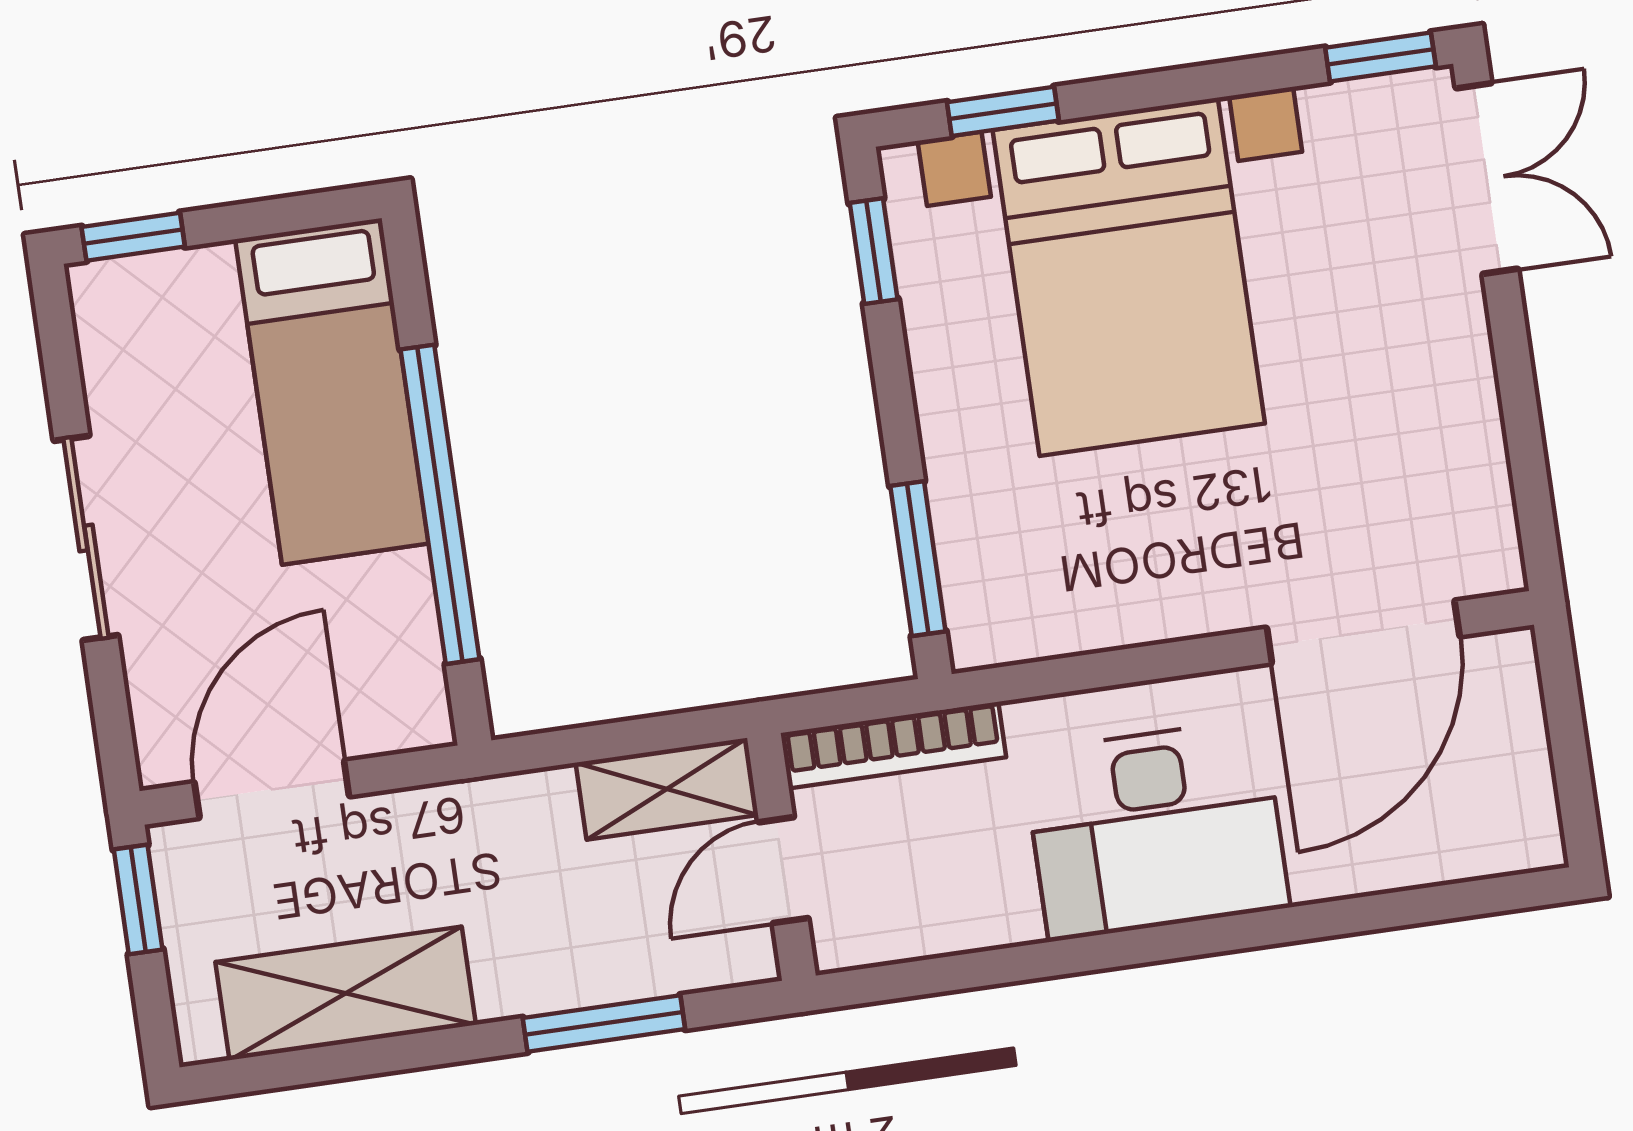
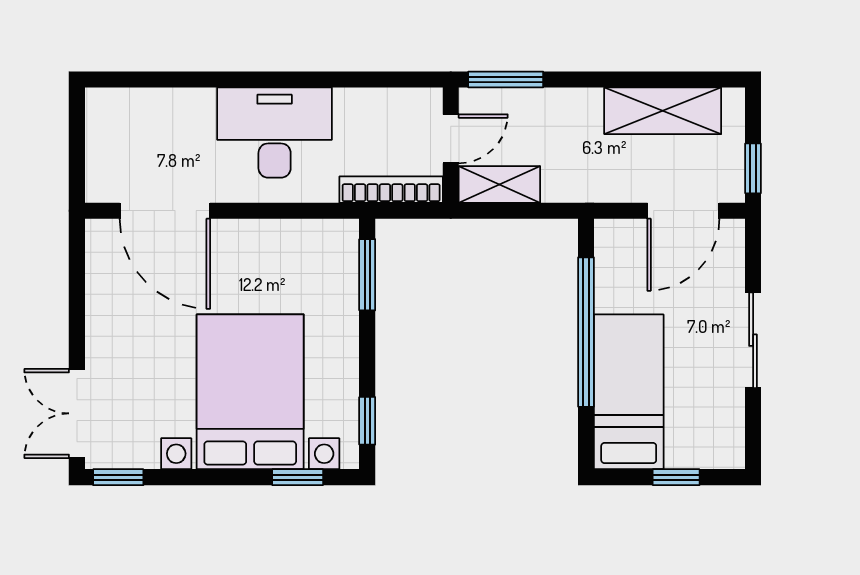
window: (133, 237) -> (676, 477), moved
door: (1363, 632) -> (165, 211), swing flipped
window: (604, 1023) -> (506, 79), moved

